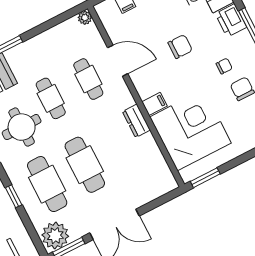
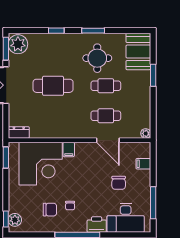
chair: (180, 47) -> (119, 183), moved
door: (118, 61) -> (108, 140), hinge flipped
dresser: (136, 121) -> (19, 132), moved
cafe table: (47, 184) -> (53, 56), removed

